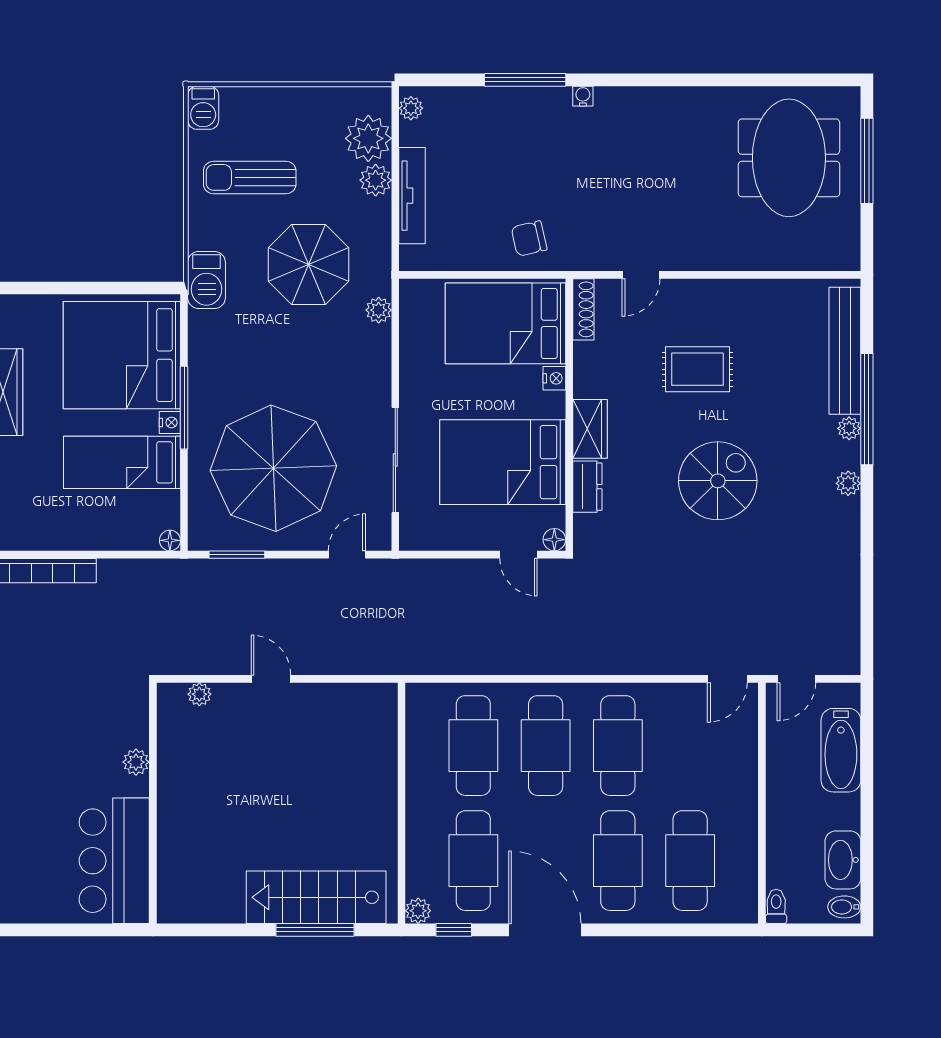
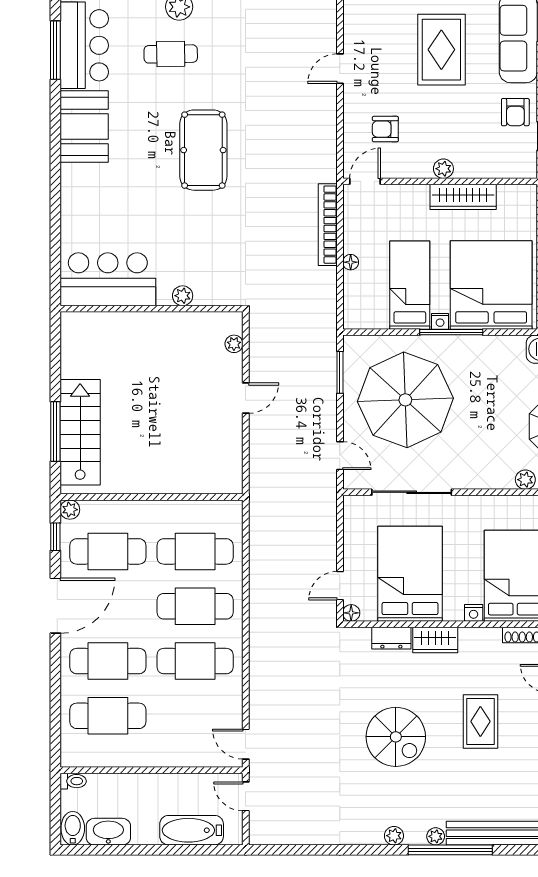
floor lamp: (170, 540) -> (351, 262), moved
bidet: (844, 907) -> (73, 828), width x1.38, depth x1.36

